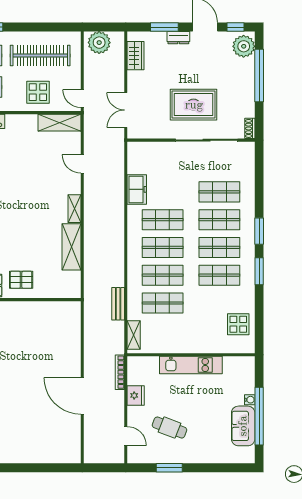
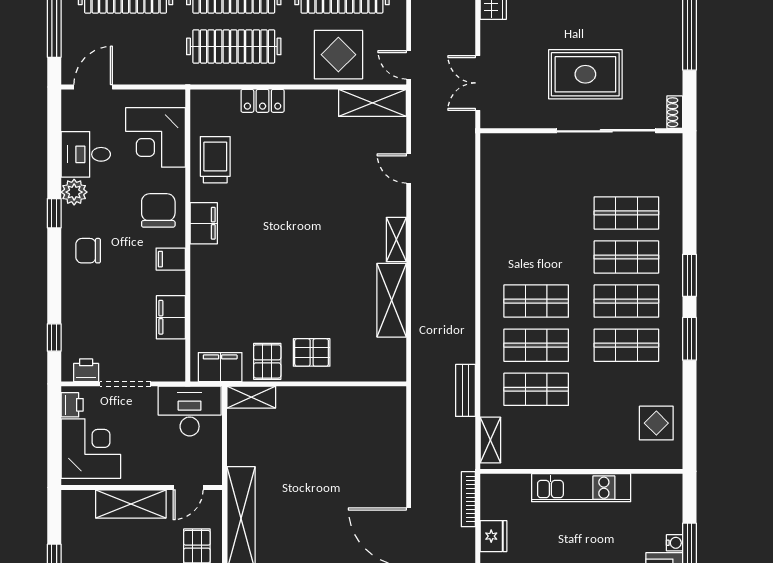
display table: (38, 92) -> (338, 55), width x1.36, depth x1.36
freezer: (137, 189) -> (495, 209), removed
shop shelf: (163, 220) -> (536, 257), removed

